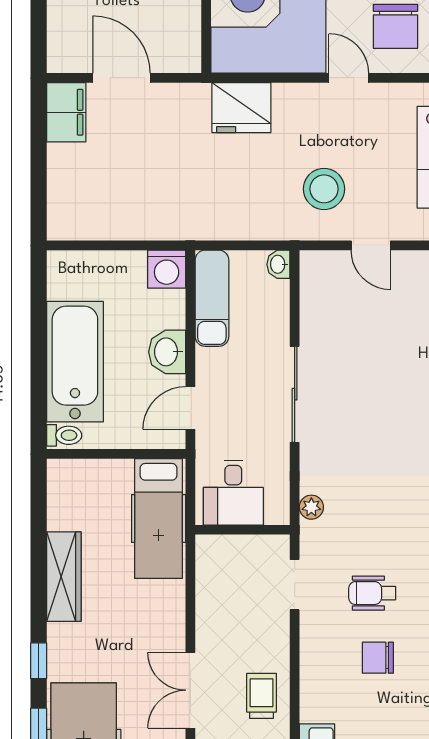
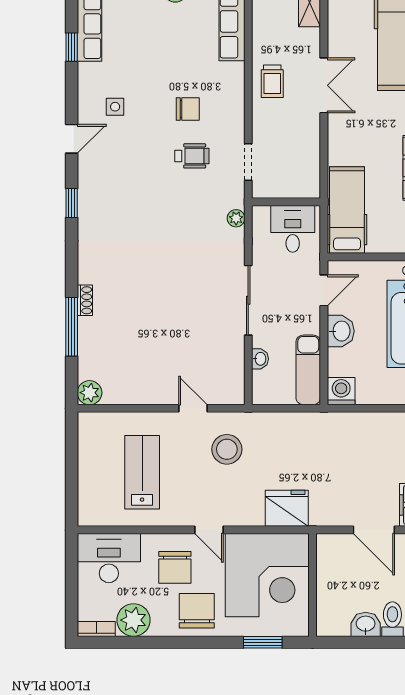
chair: (396, 26) -> (175, 567), turned 180
washbasin: (278, 264) -> (260, 359), moved

